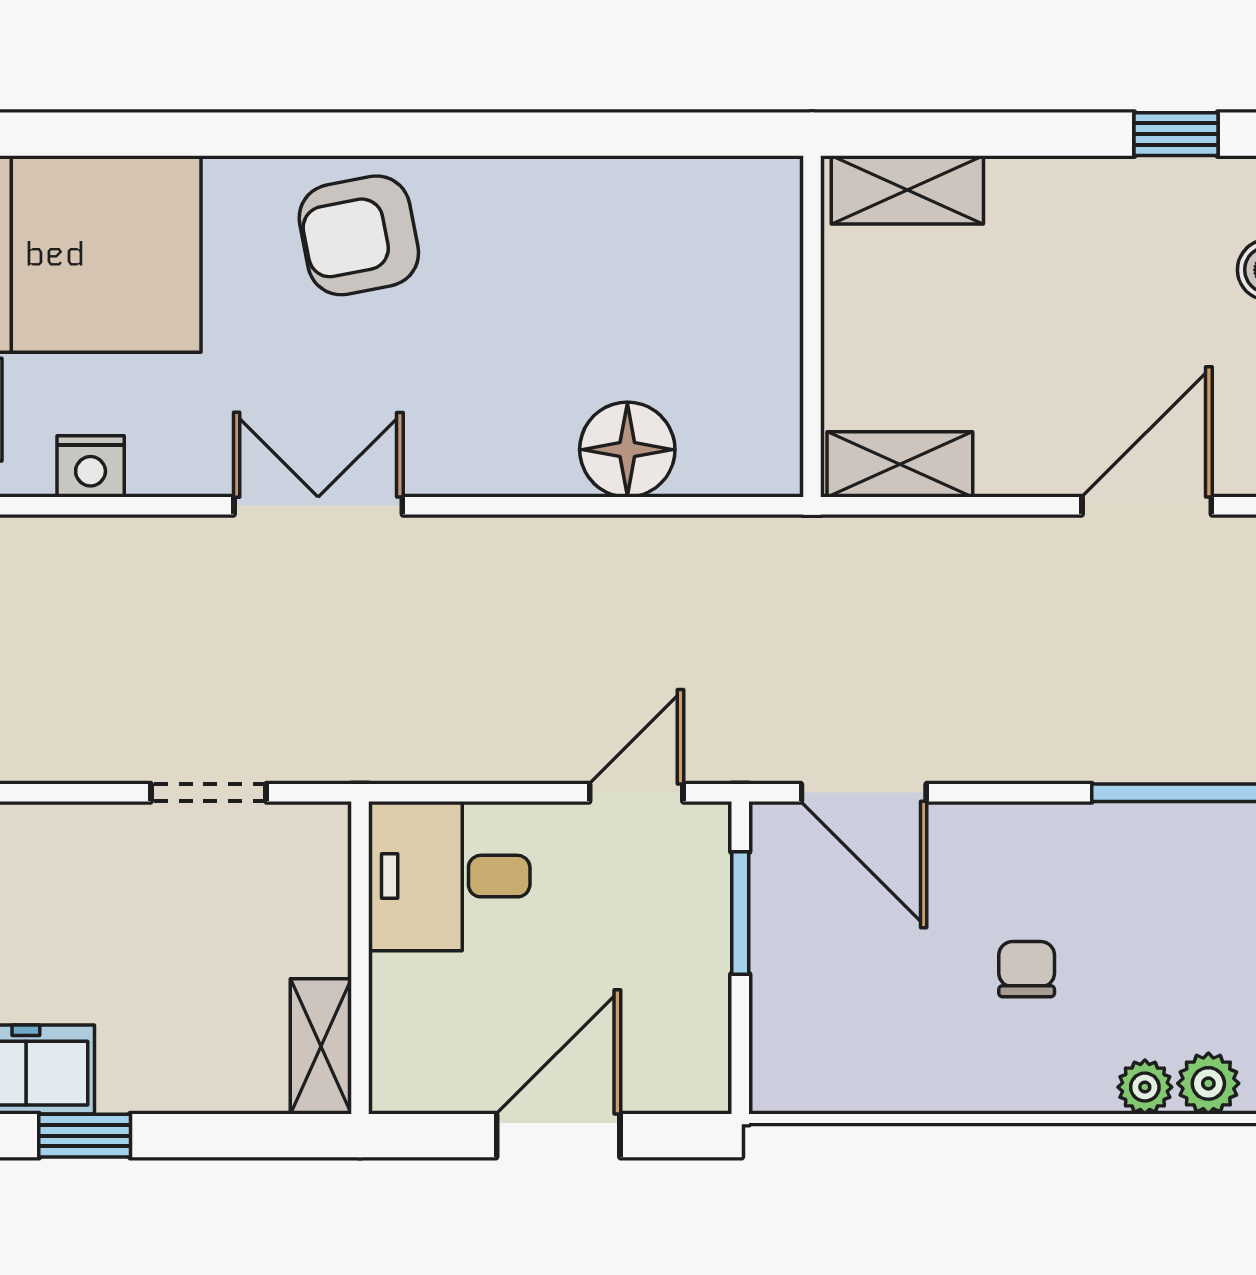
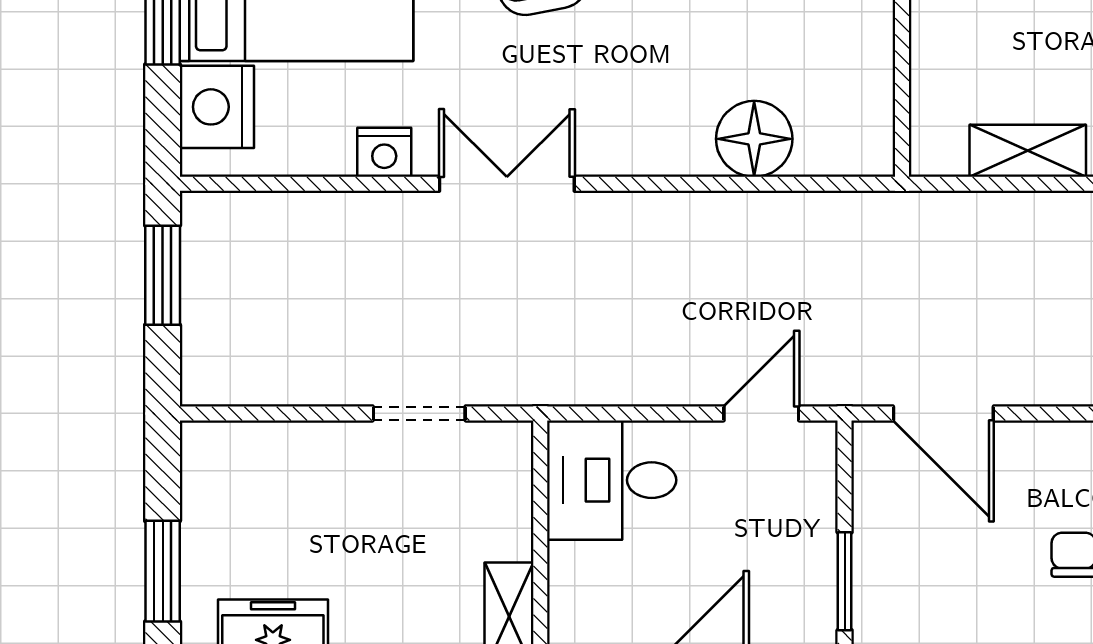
shelving: (900, 464) -> (1028, 151), moved
nightstand: (91, 466) -> (384, 152), moved
window: (740, 913) -> (845, 581), moved

